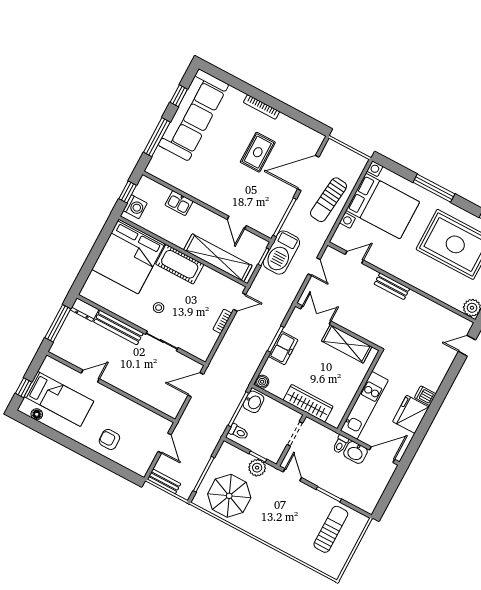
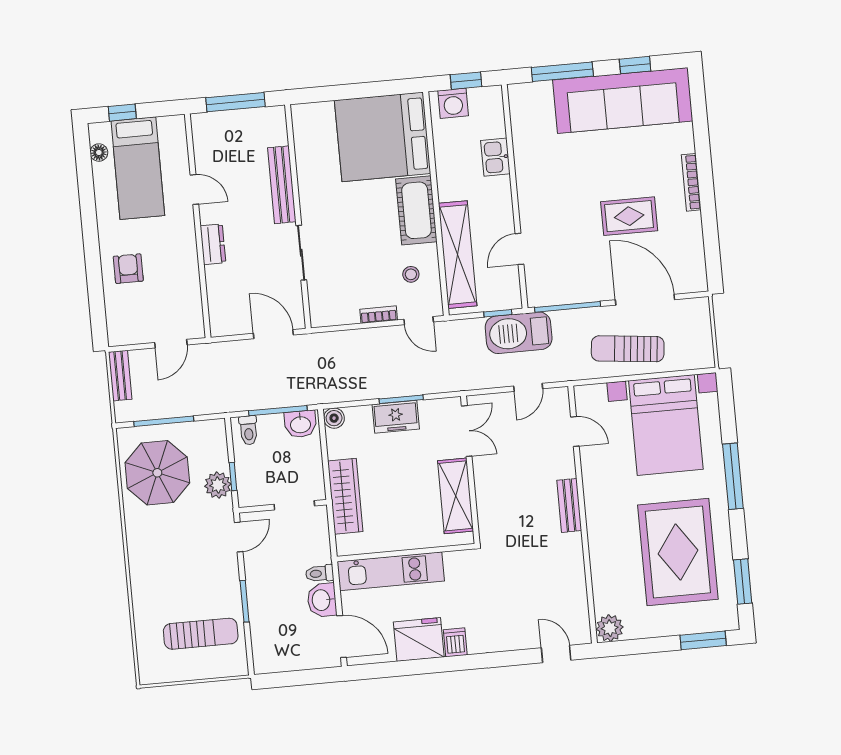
stool: (159, 308) -> (411, 274), moved
dresser: (84, 310) -> (213, 244), moved, turned 180

